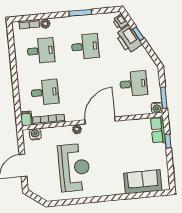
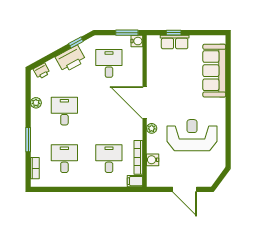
window: (80, 13) -> (28, 140), moved
plant: (45, 24) -> (36, 103), moved
window: (138, 34) -> (76, 43), moved
printer: (129, 39) -> (71, 59), moved
row of seats: (158, 130) -> (175, 42), moved
water cooler: (35, 134) -> (153, 160), moved
sofa: (143, 182) -> (214, 71), width x1.36

